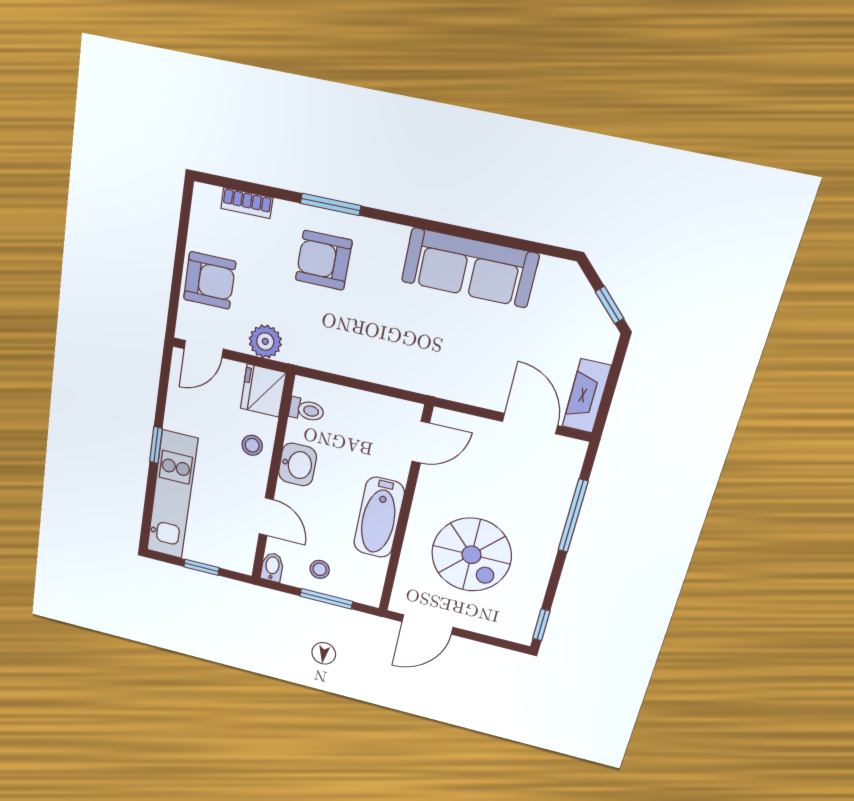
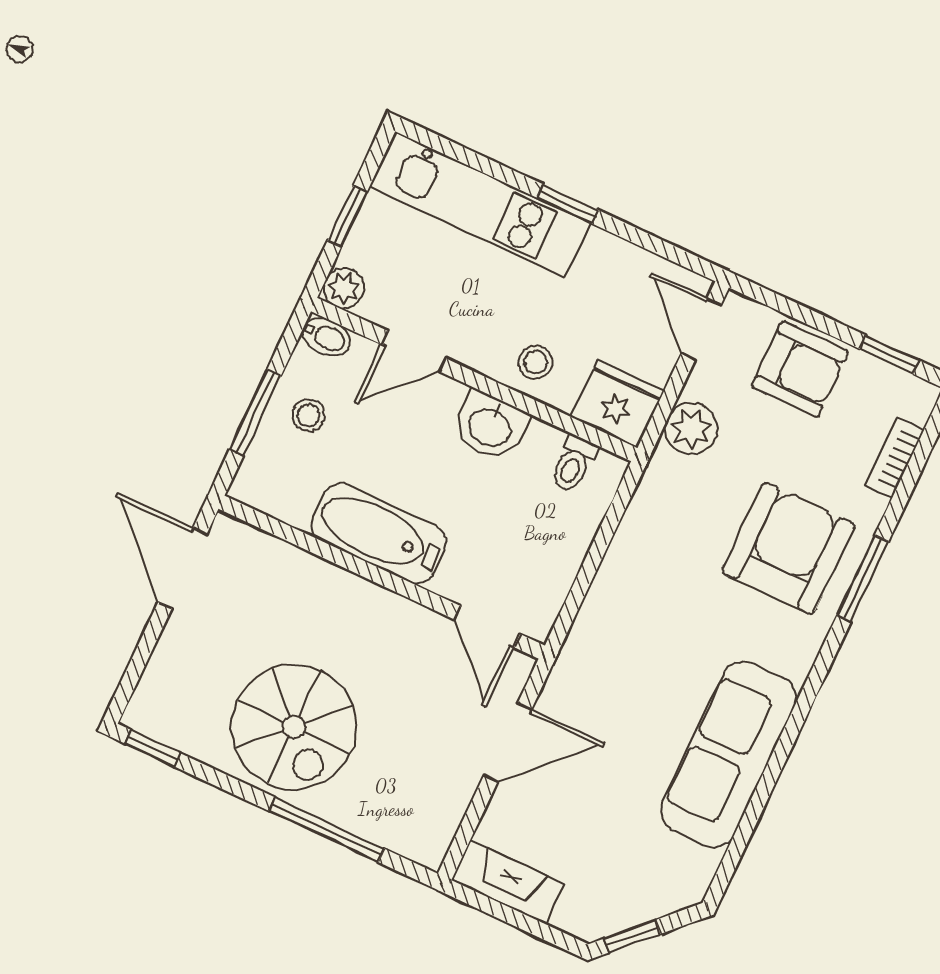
window: (184, 224) -> (889, 355), added
armchair: (324, 260) -> (788, 549), width x1.36, depth x1.36
armchair: (210, 280) -> (800, 369), turned -90
door: (530, 423) -> (508, 742), moved
spiral stairs: (471, 555) -> (294, 727), moved, turned -90
plant: (242, 562) -> (344, 288), added

